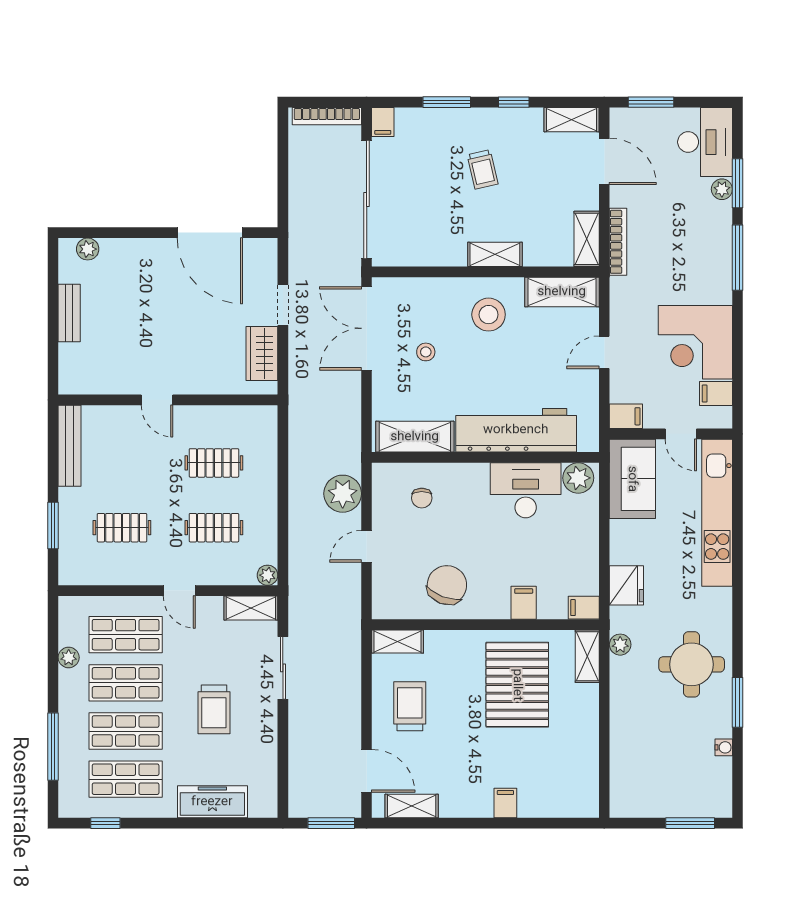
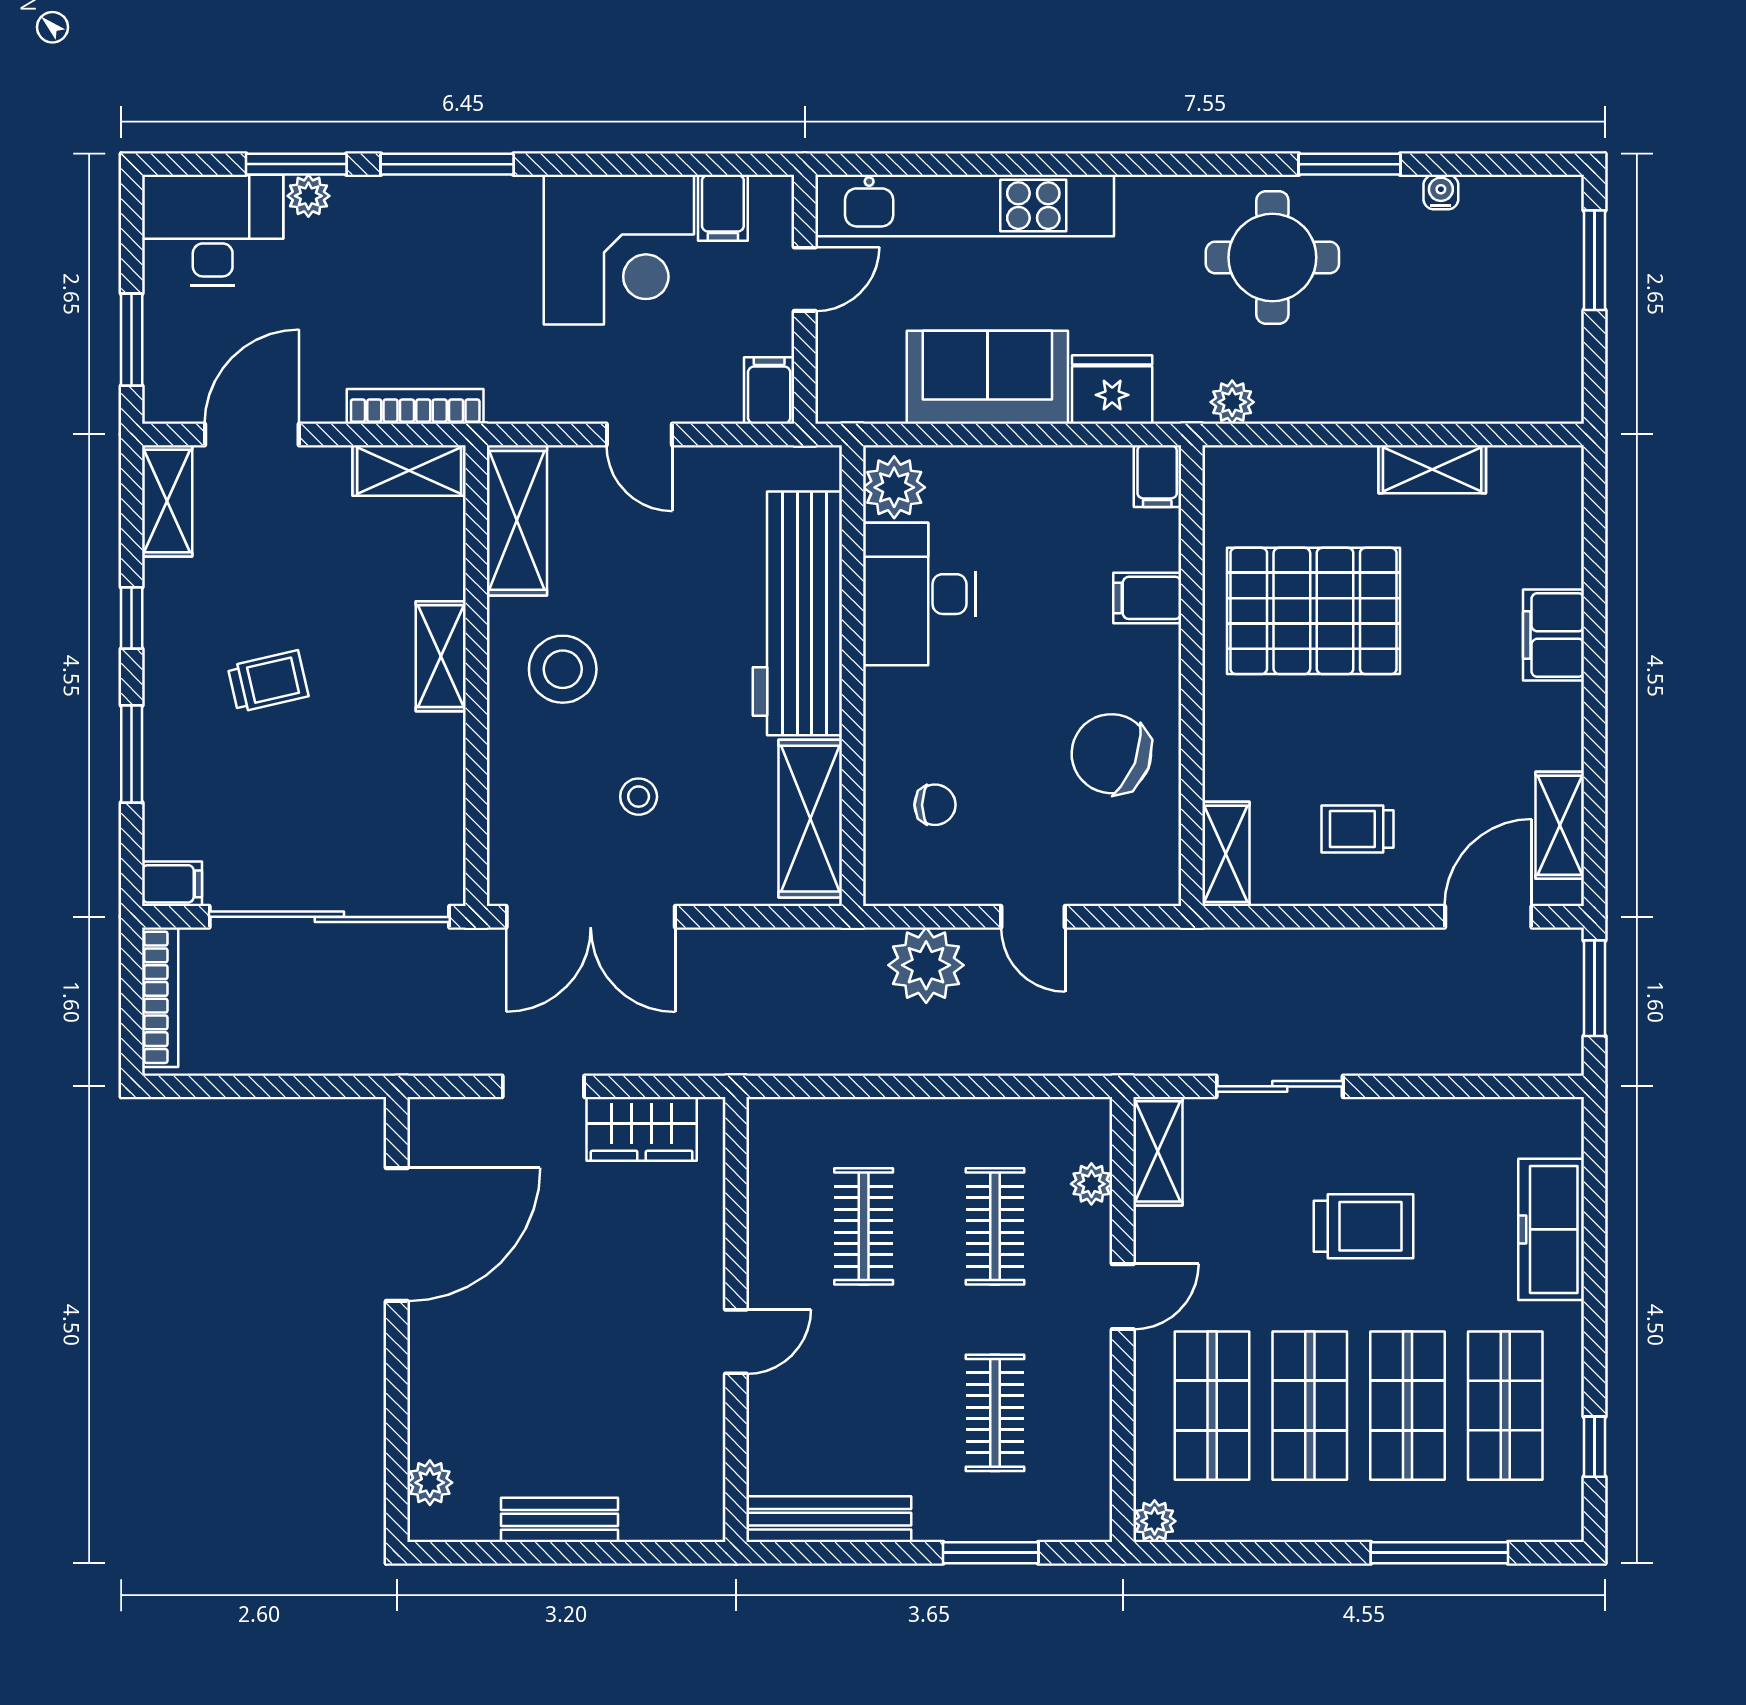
sofa: (632, 479) -> (987, 377), moved
plant: (267, 575) -> (1091, 1184), moved
shelving: (587, 656) -> (1432, 469), moved
plant: (69, 657) -> (1155, 1521), moved
trolley: (410, 706) -> (1357, 829), width x0.73, depth x0.72
filing cabinet: (505, 803) -> (1554, 635), width x2.00

